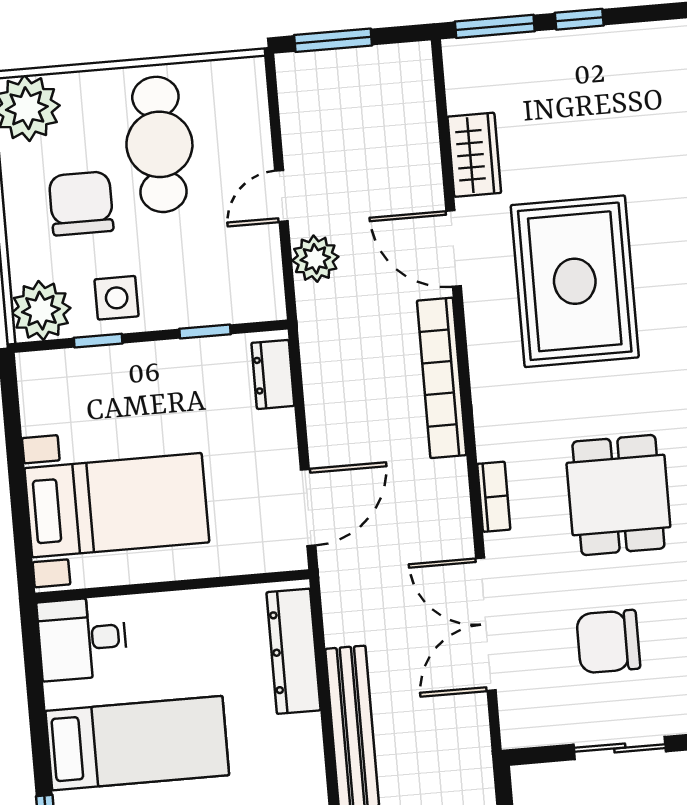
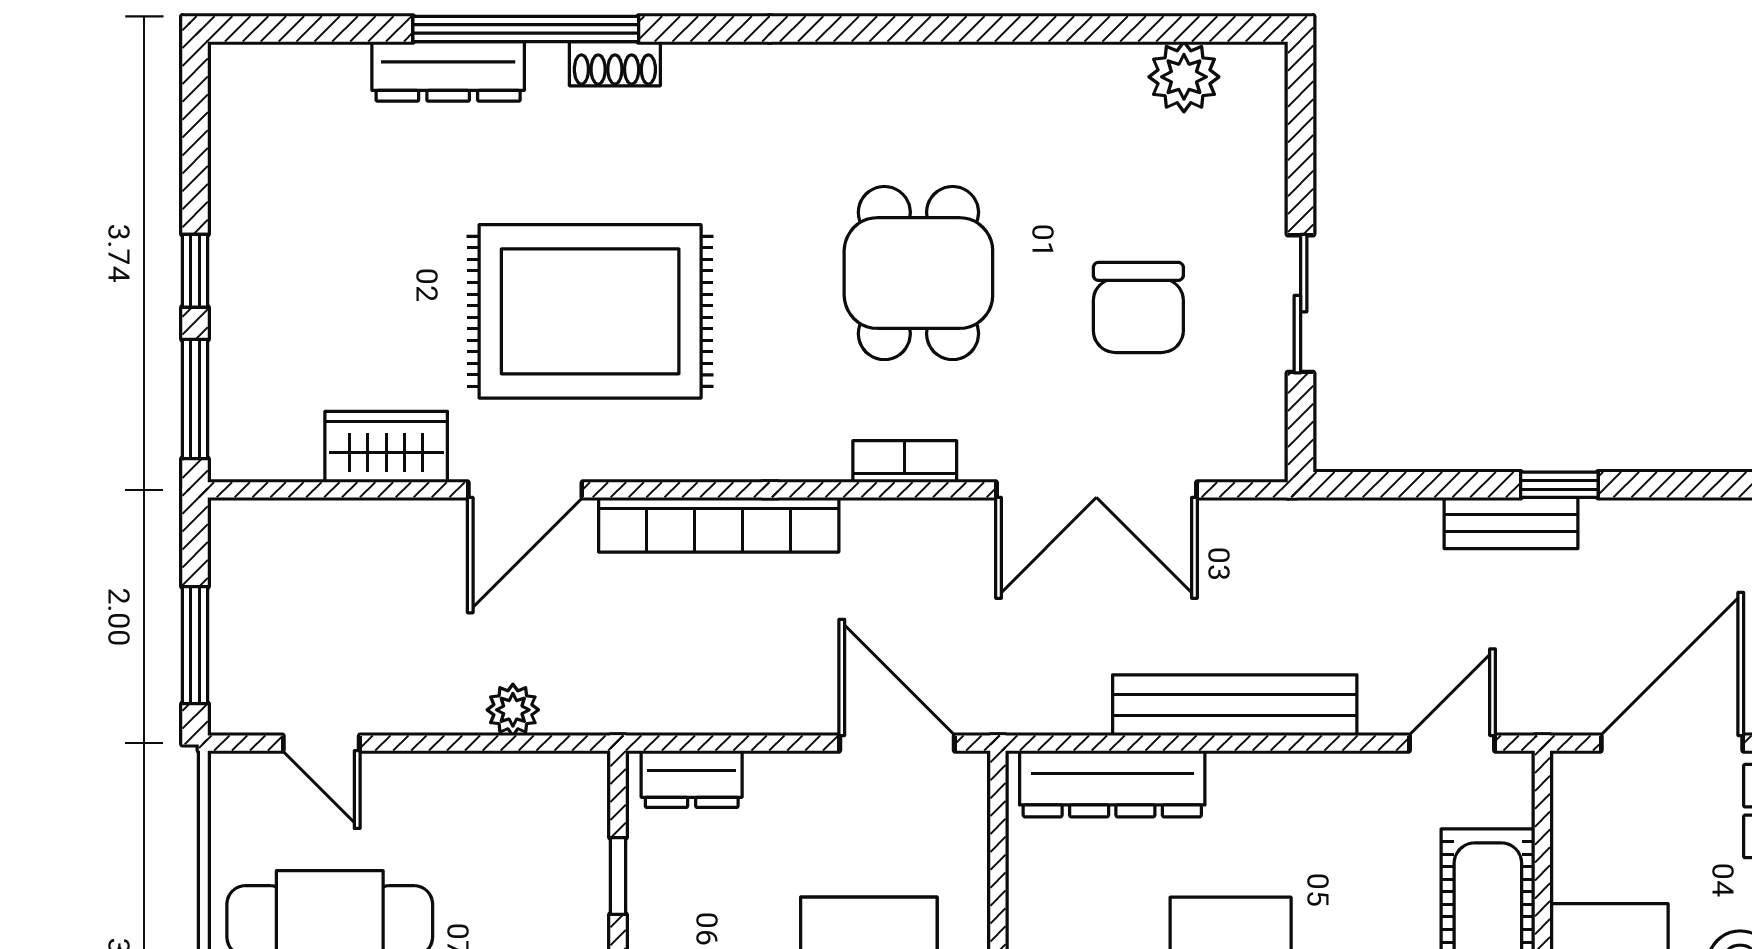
door: (281, 196) -> (321, 743), moved
plant: (315, 259) -> (513, 710), width x0.73, depth x0.73
dining table: (618, 495) -> (918, 273), turned 90

